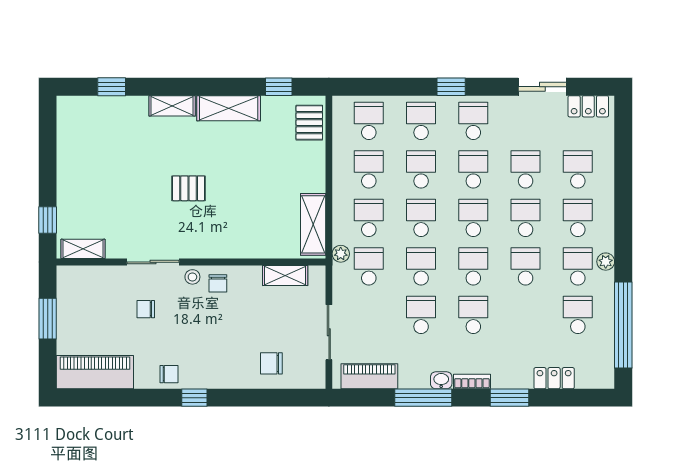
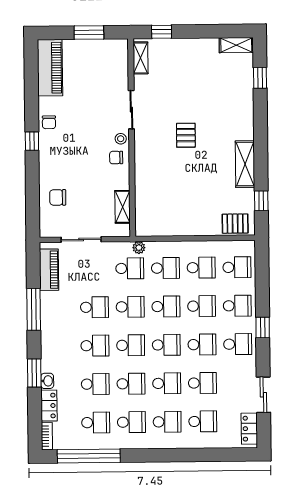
shelving: (172, 106) -> (236, 45), moved, turned 90
shelving: (313, 224) -> (160, 227), removed
plant: (606, 262) -> (135, 443), removed
chair: (146, 309) -> (97, 105), removed
school desk: (526, 315) -> (95, 384), added
chair: (271, 363) -> (58, 197), turned -90
washbasin: (441, 380) -> (47, 381), moved
bookcase: (472, 381) -> (47, 436), moved

